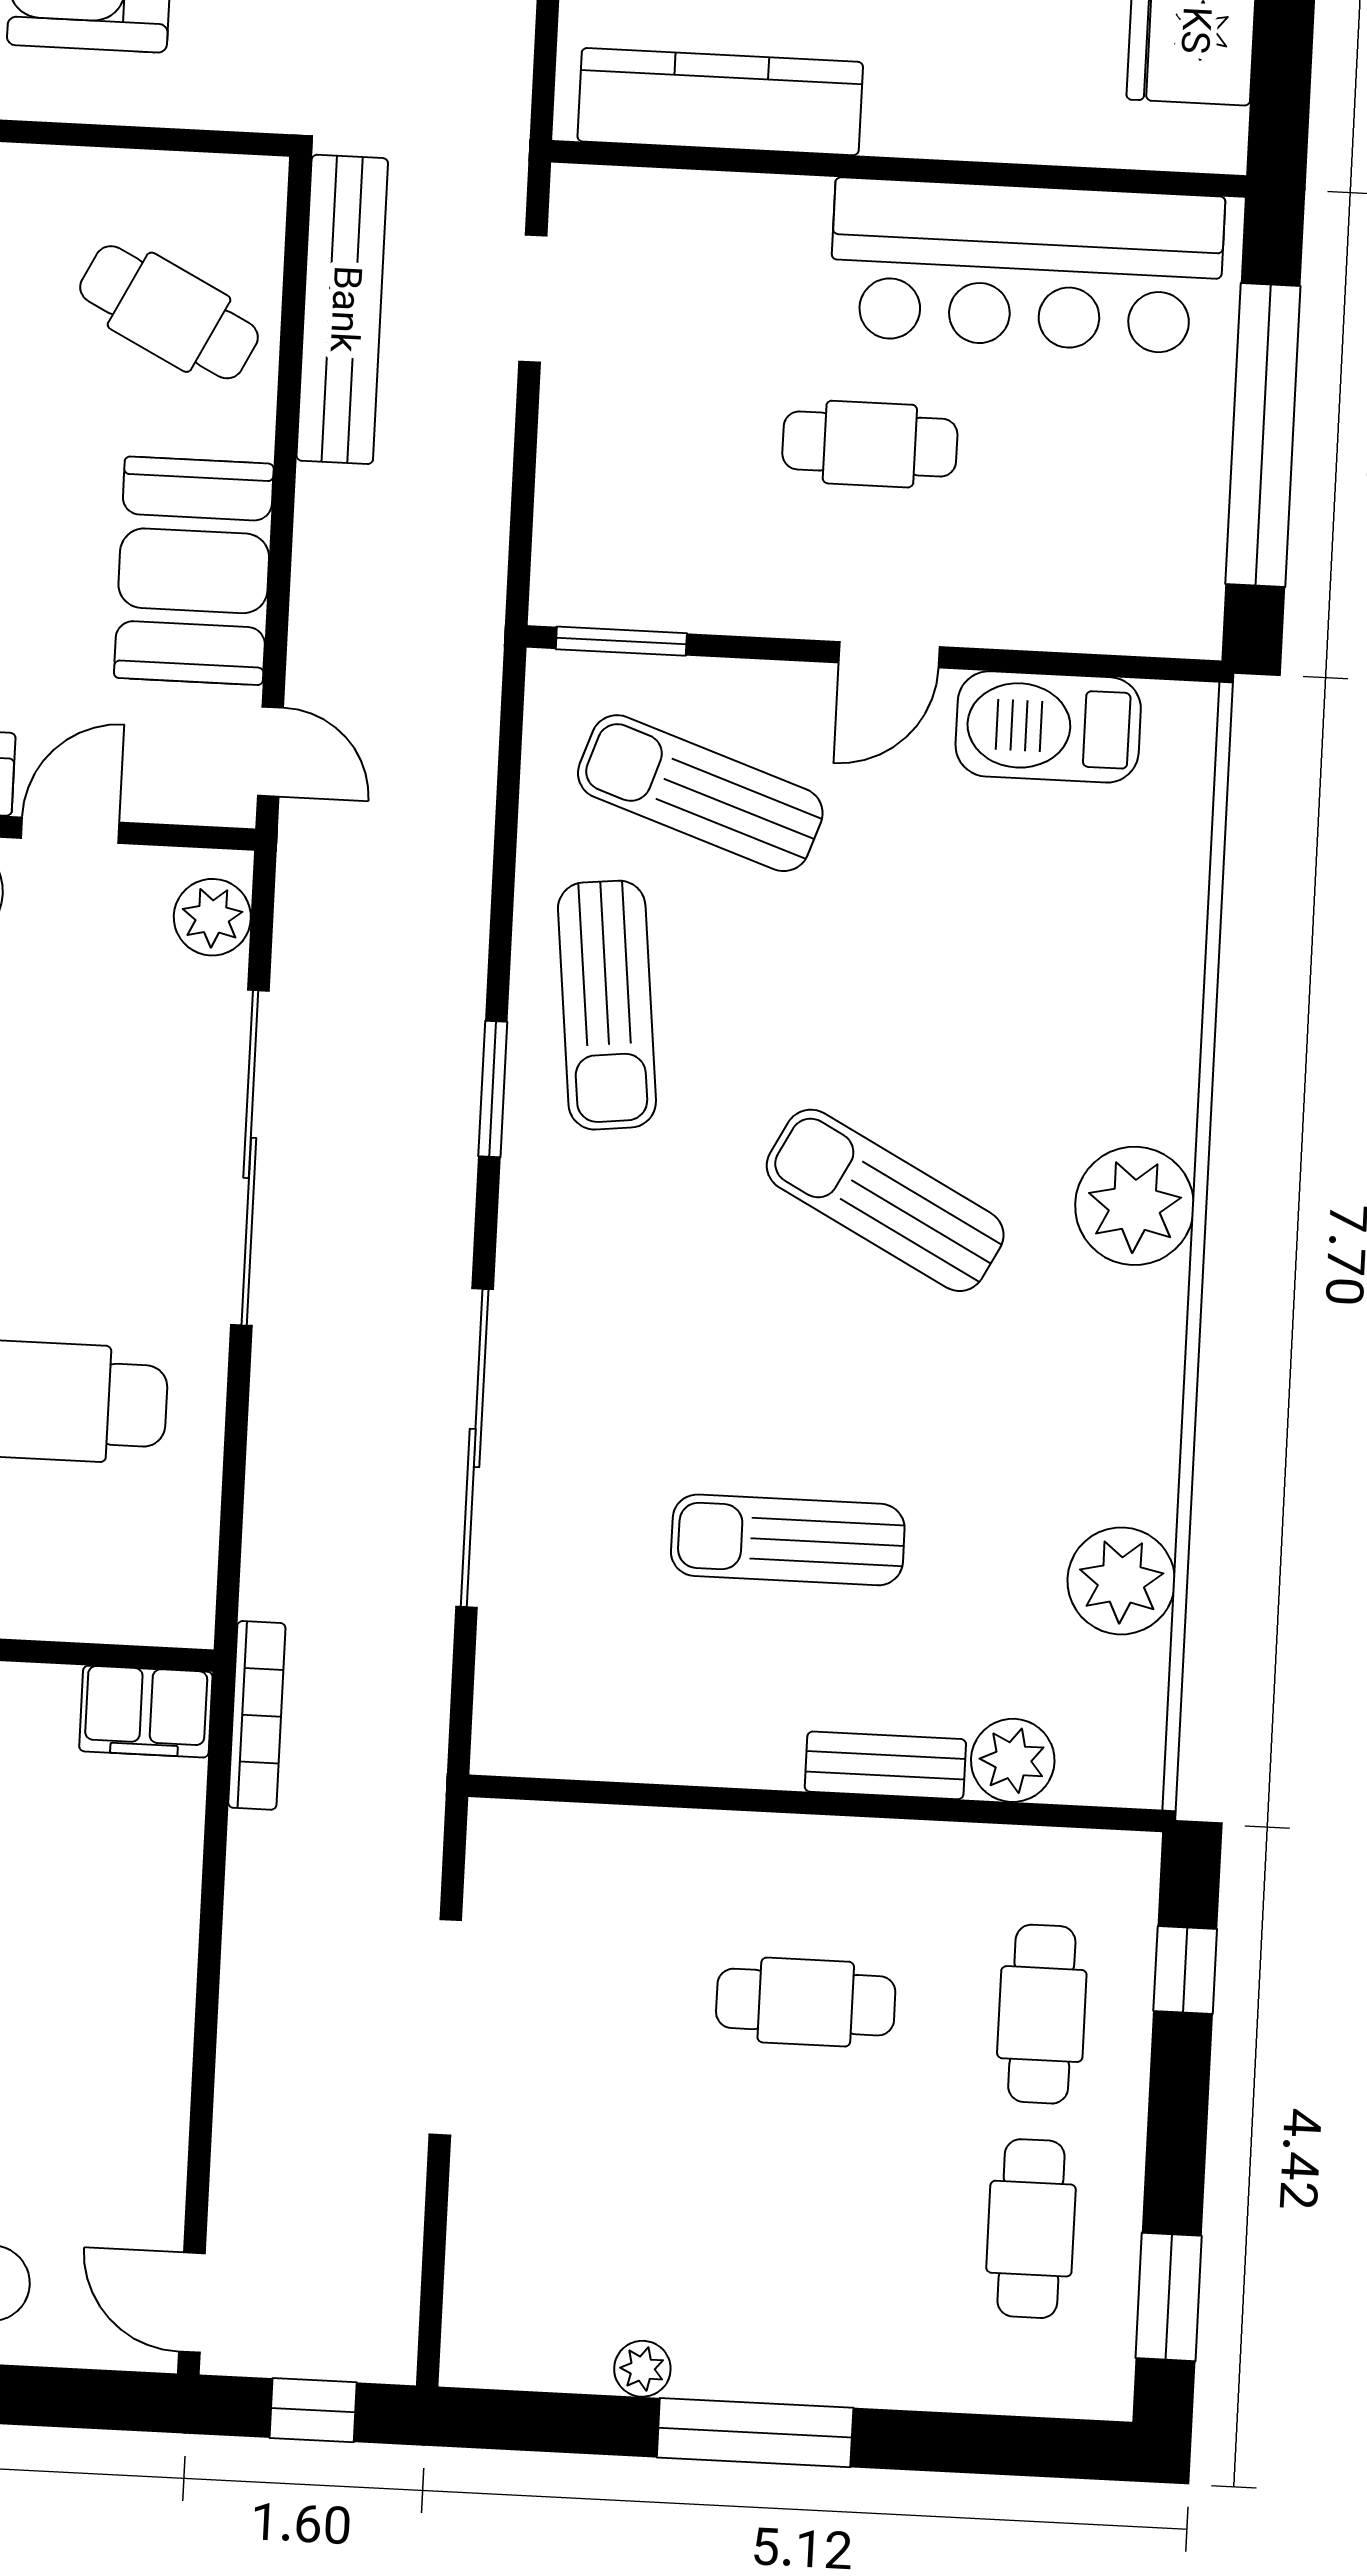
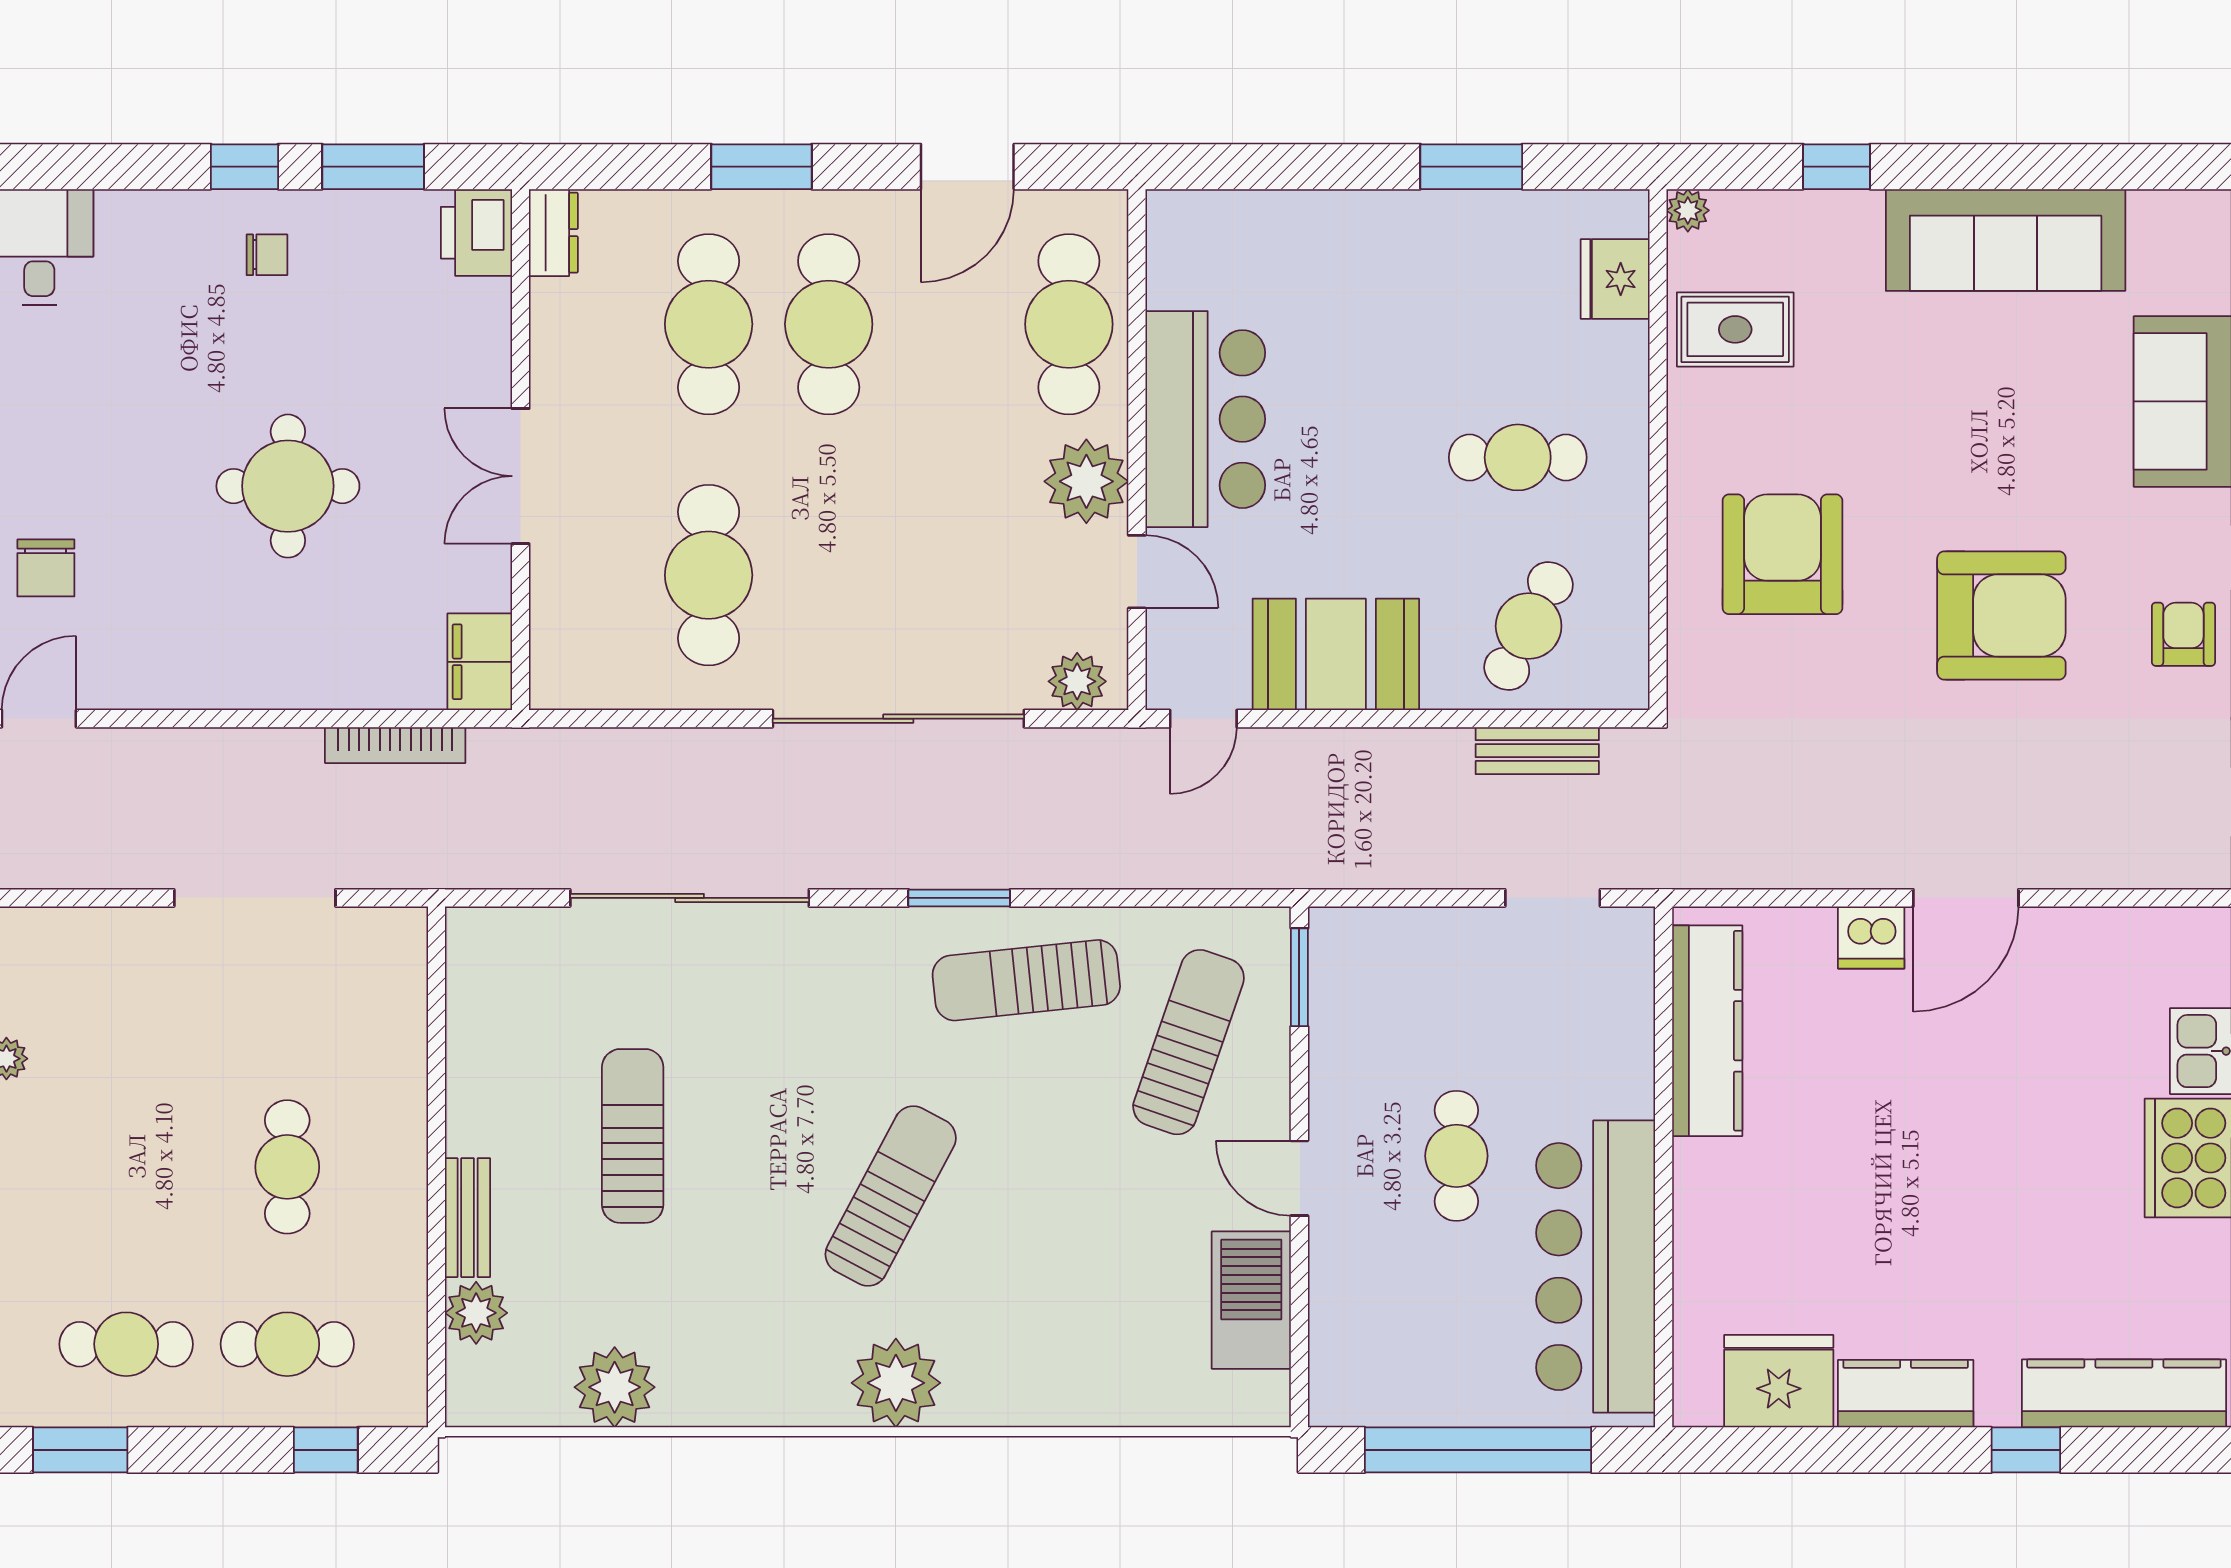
bench: (342, 309) -> (1537, 751), width x0.54, depth x0.82
bookcase: (257, 1715) -> (395, 745), moved

